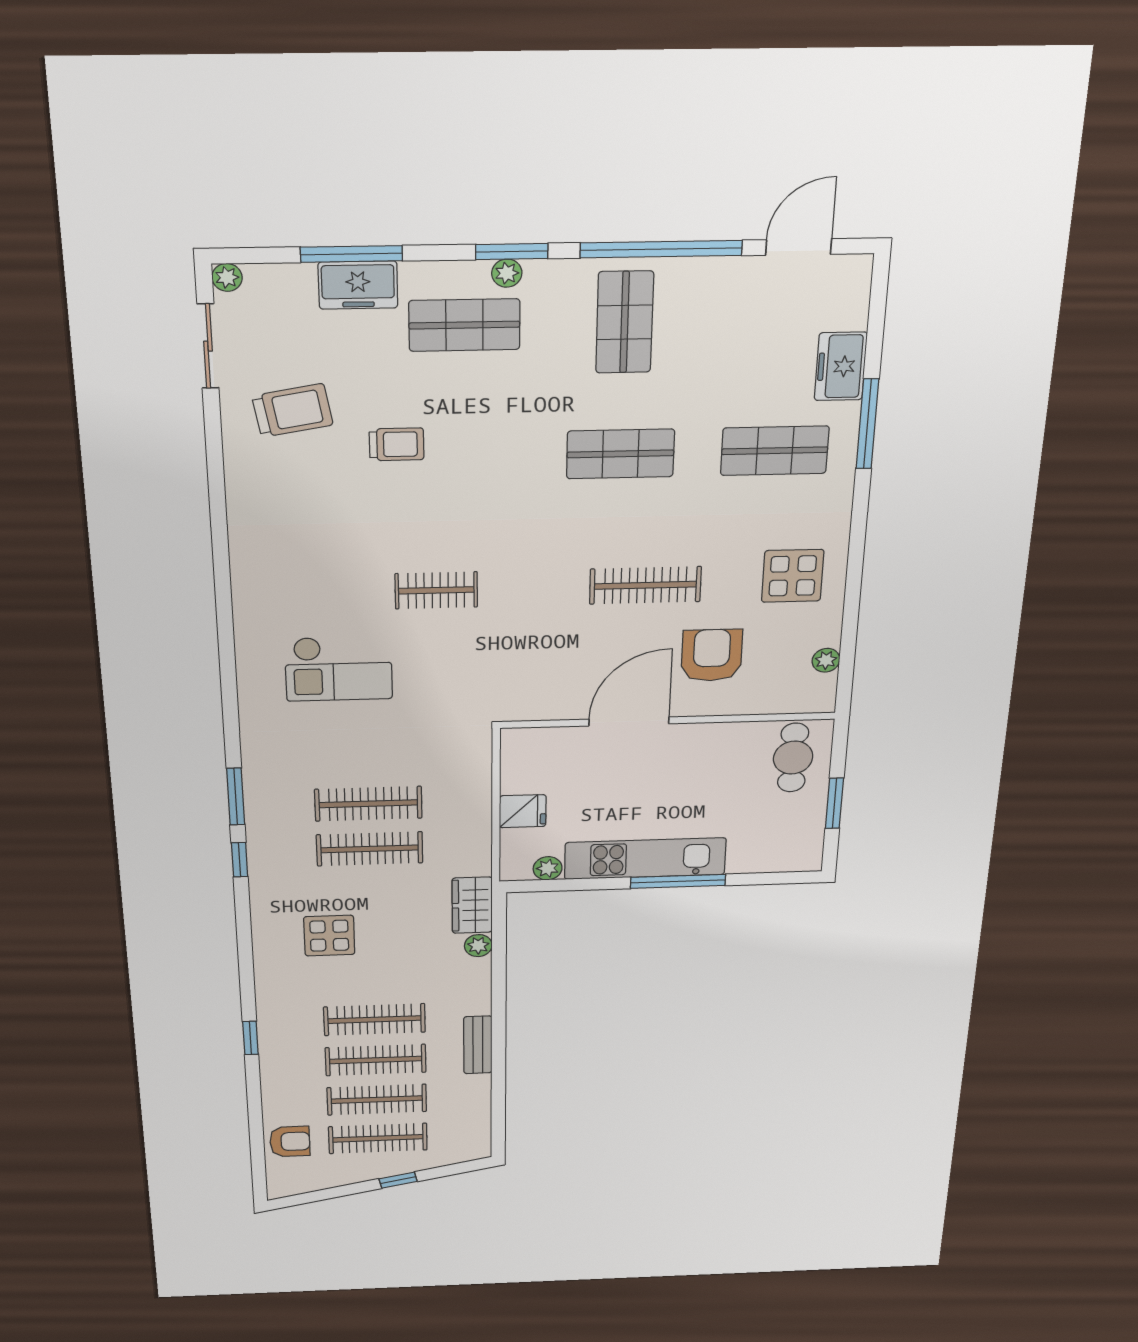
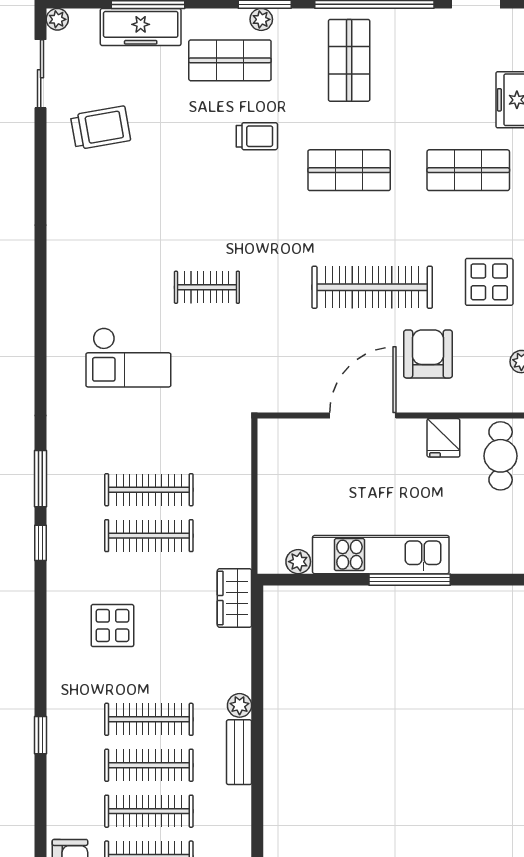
freezer: (358, 285) -> (141, 27), width x1.40
trolley: (397, 444) -> (257, 136), moved
clothes rail: (645, 585) -> (372, 287), width x1.37, depth x1.31
fridge: (523, 811) -> (443, 438), moved, turned 90
plant: (478, 946) -> (240, 705), moved

